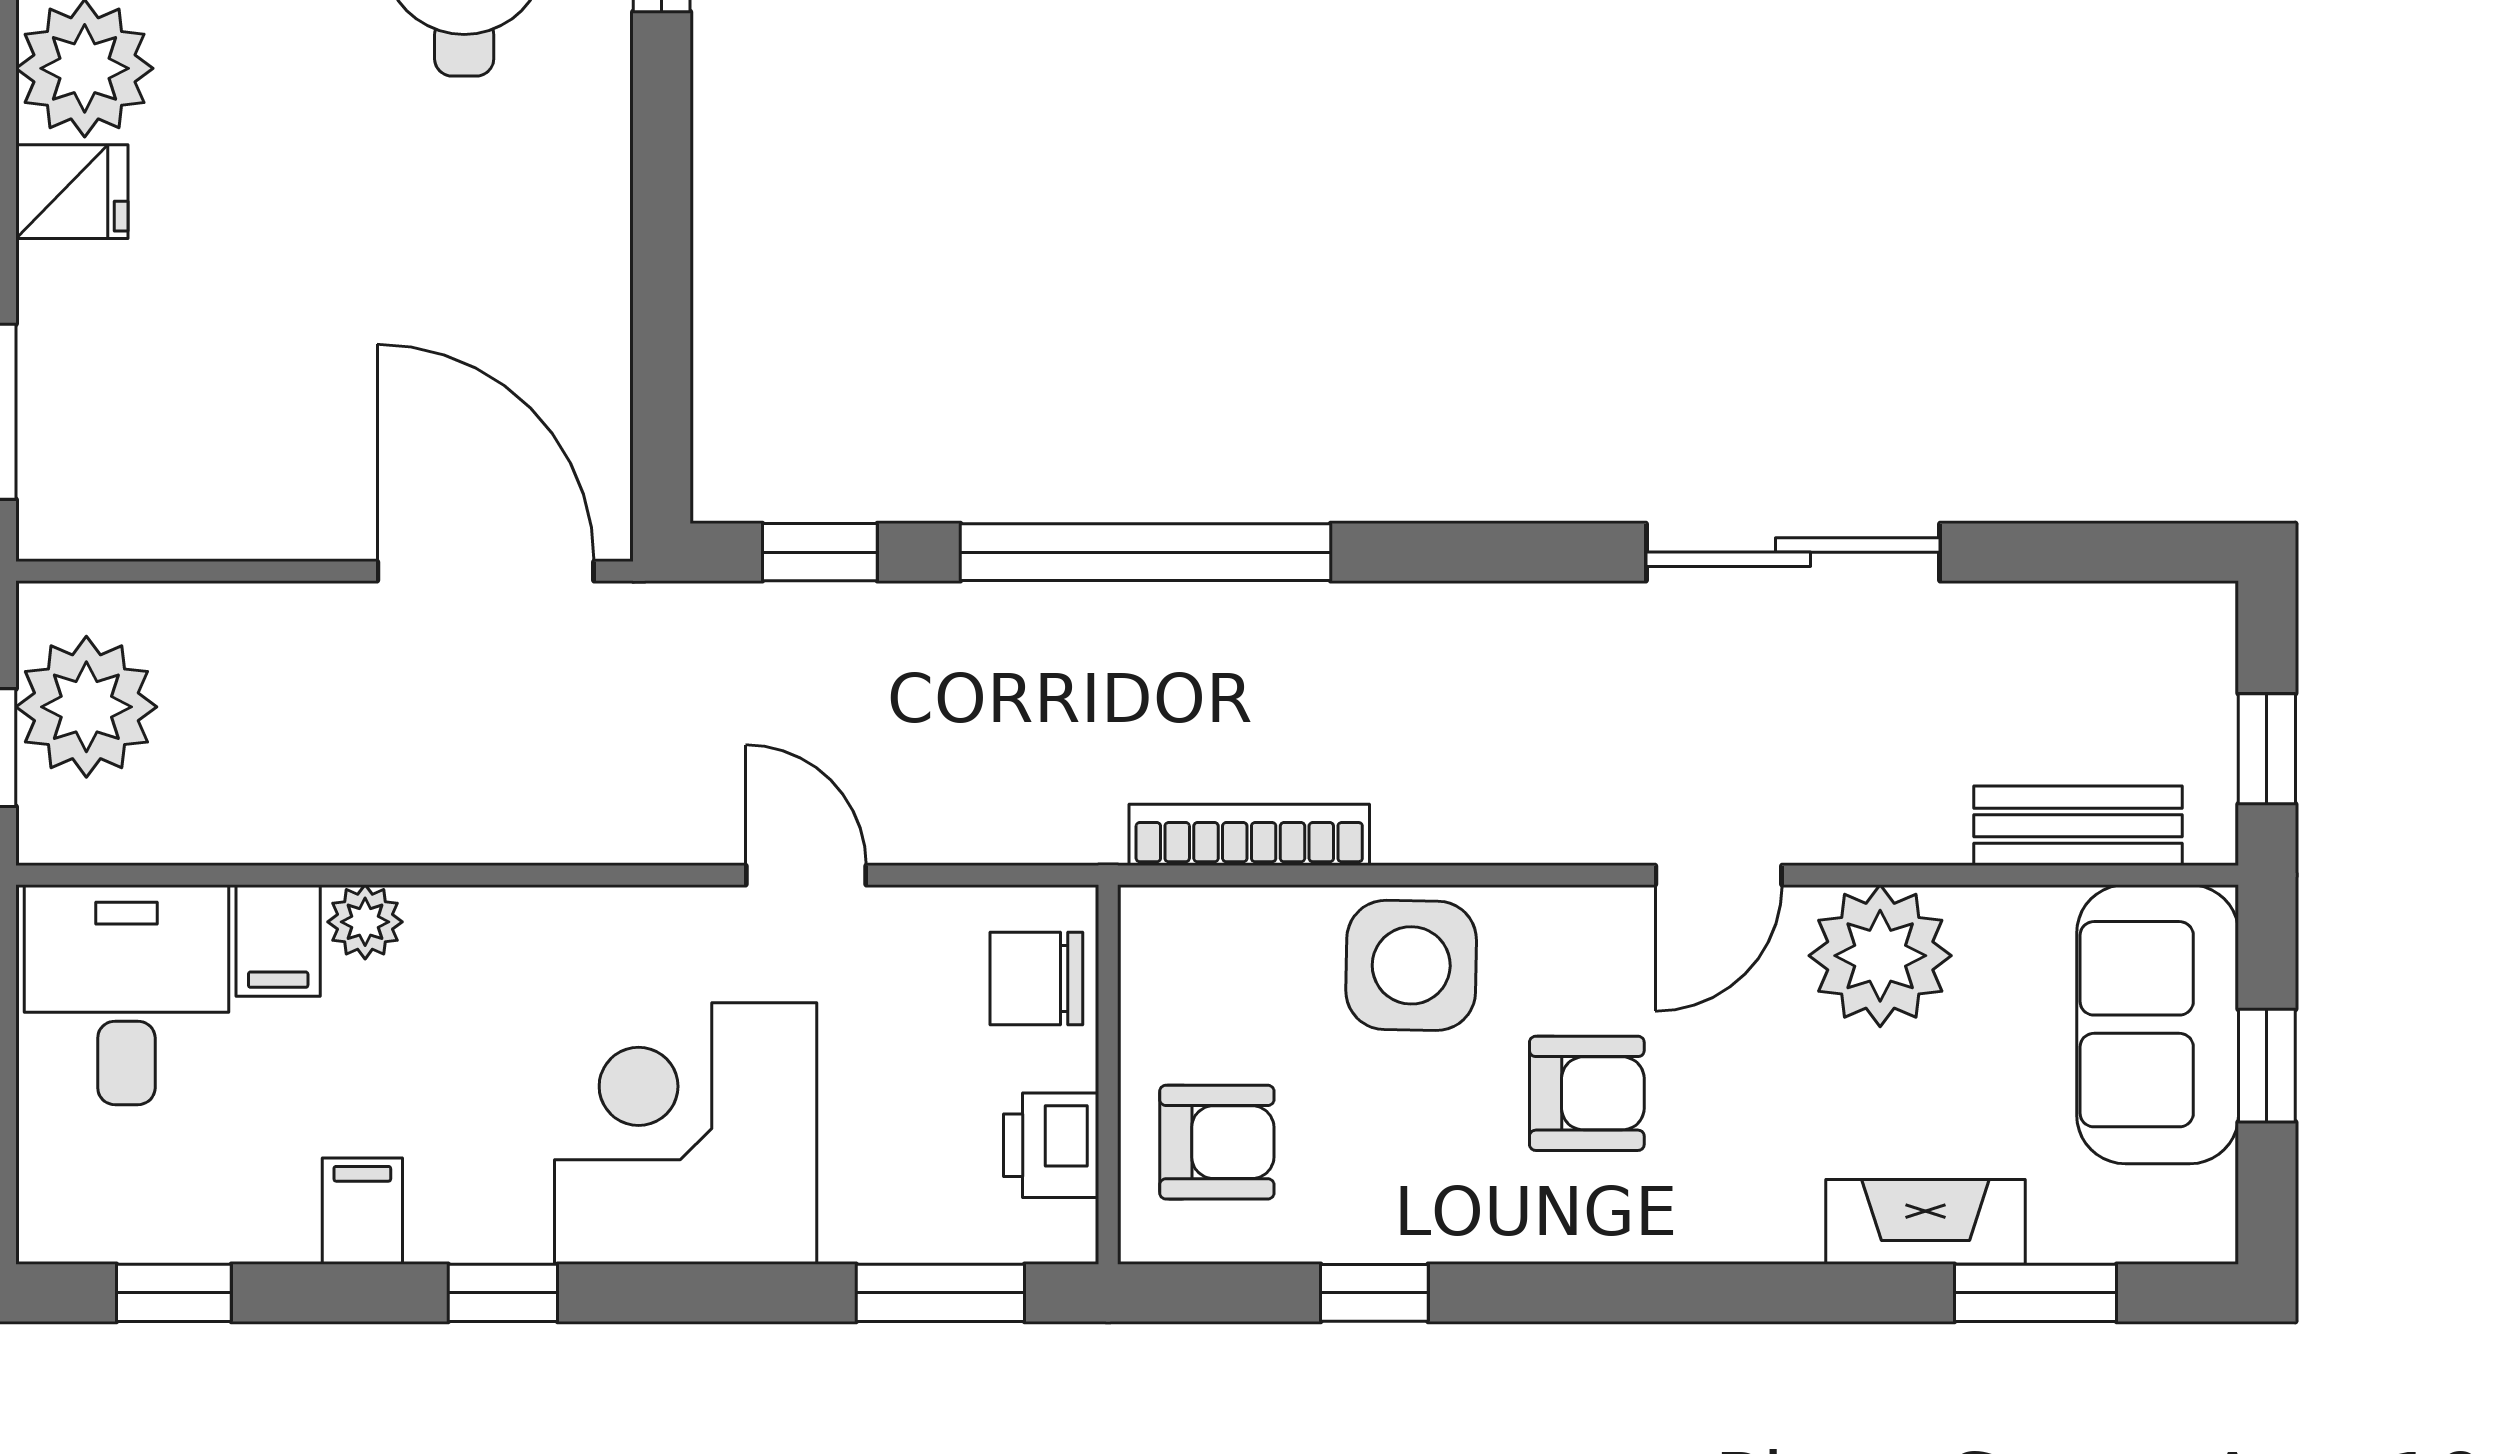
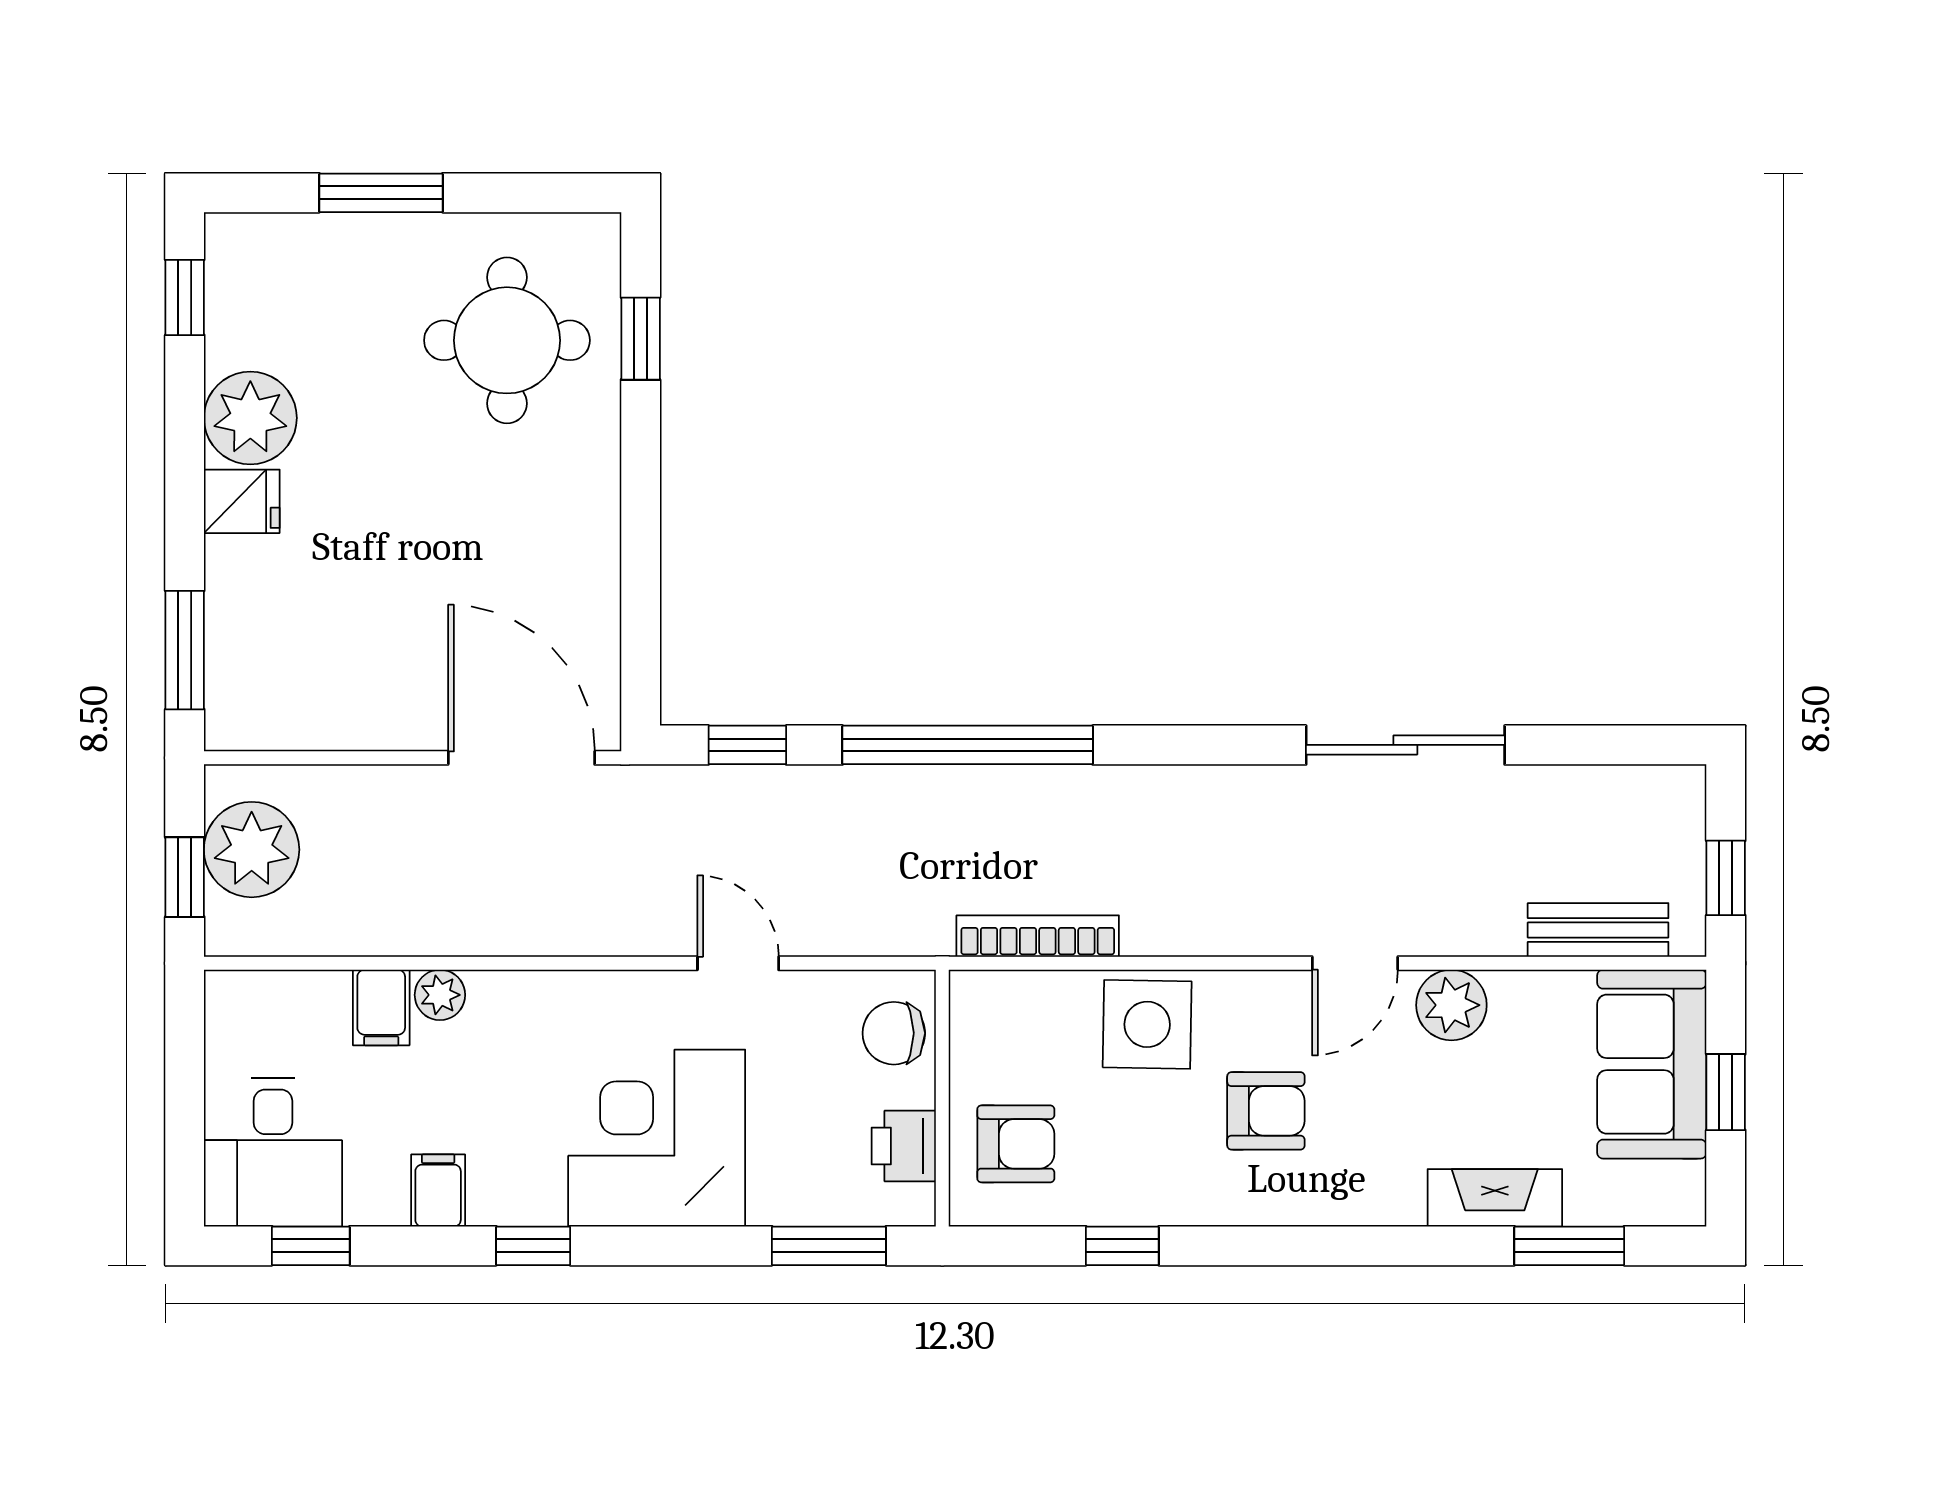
plant: (1880, 956) -> (1451, 1005), width x0.73, depth x0.73
desk: (126, 995) -> (273, 1152), moved, turned 180

